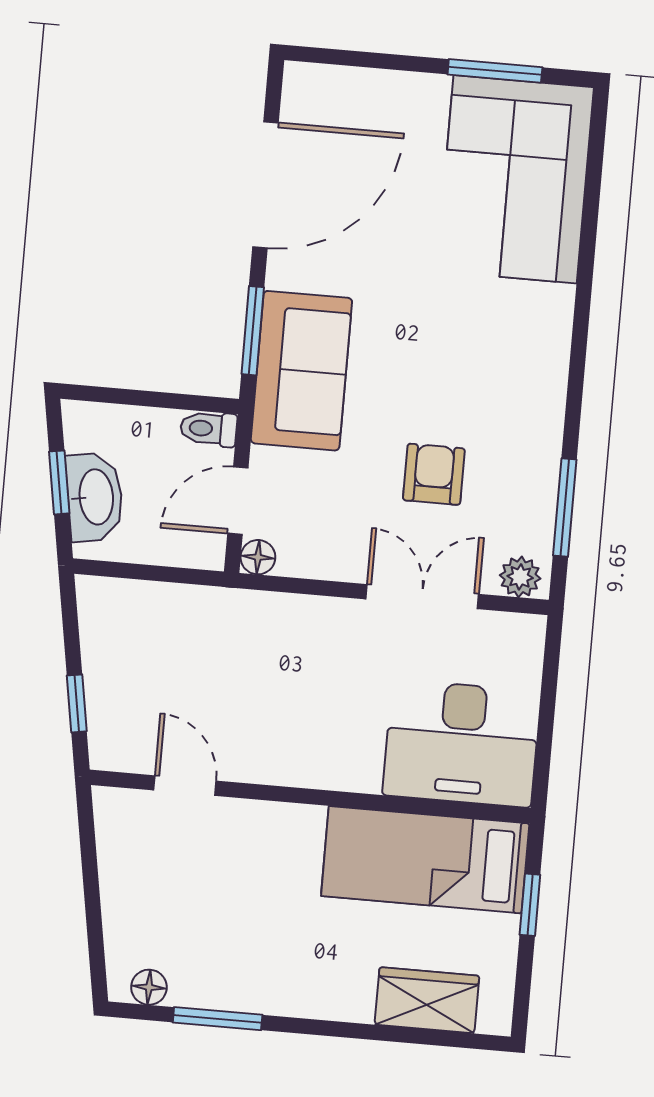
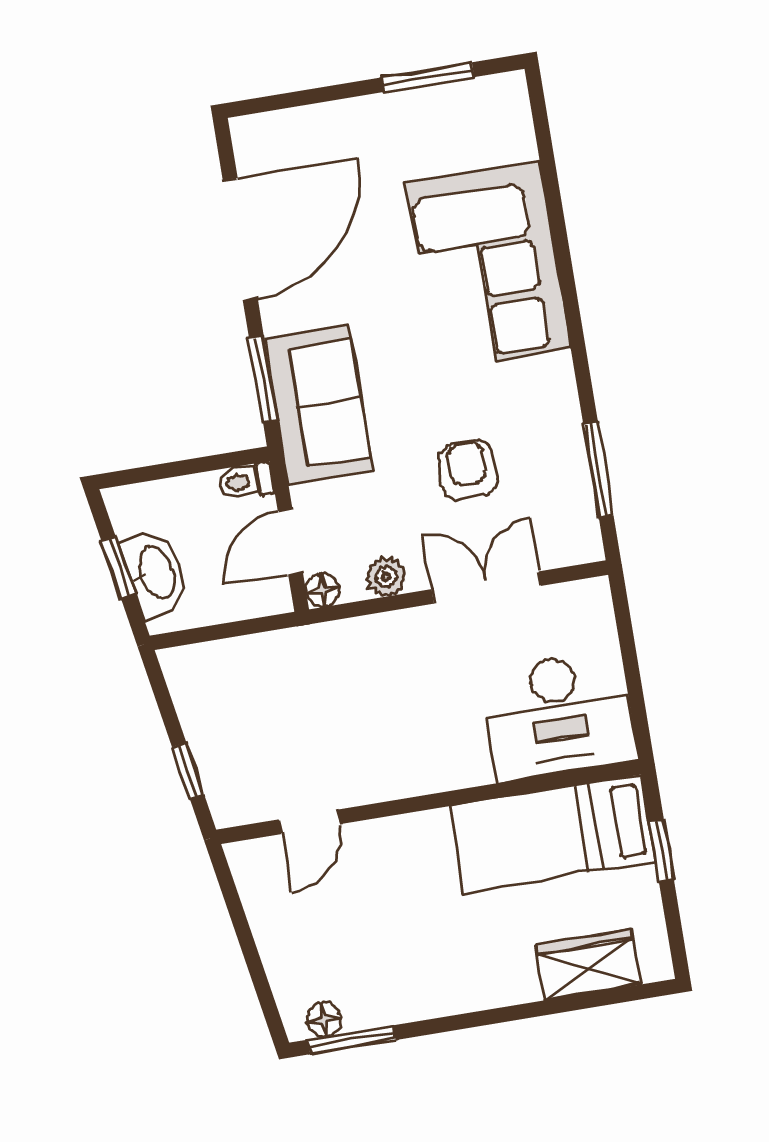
corner sofa: (515, 179) -> (488, 265), moved
plant: (520, 577) -> (386, 577), moved
door: (185, 786) -> (309, 822), swing flipped
window: (218, 1019) -> (352, 1040), moved

